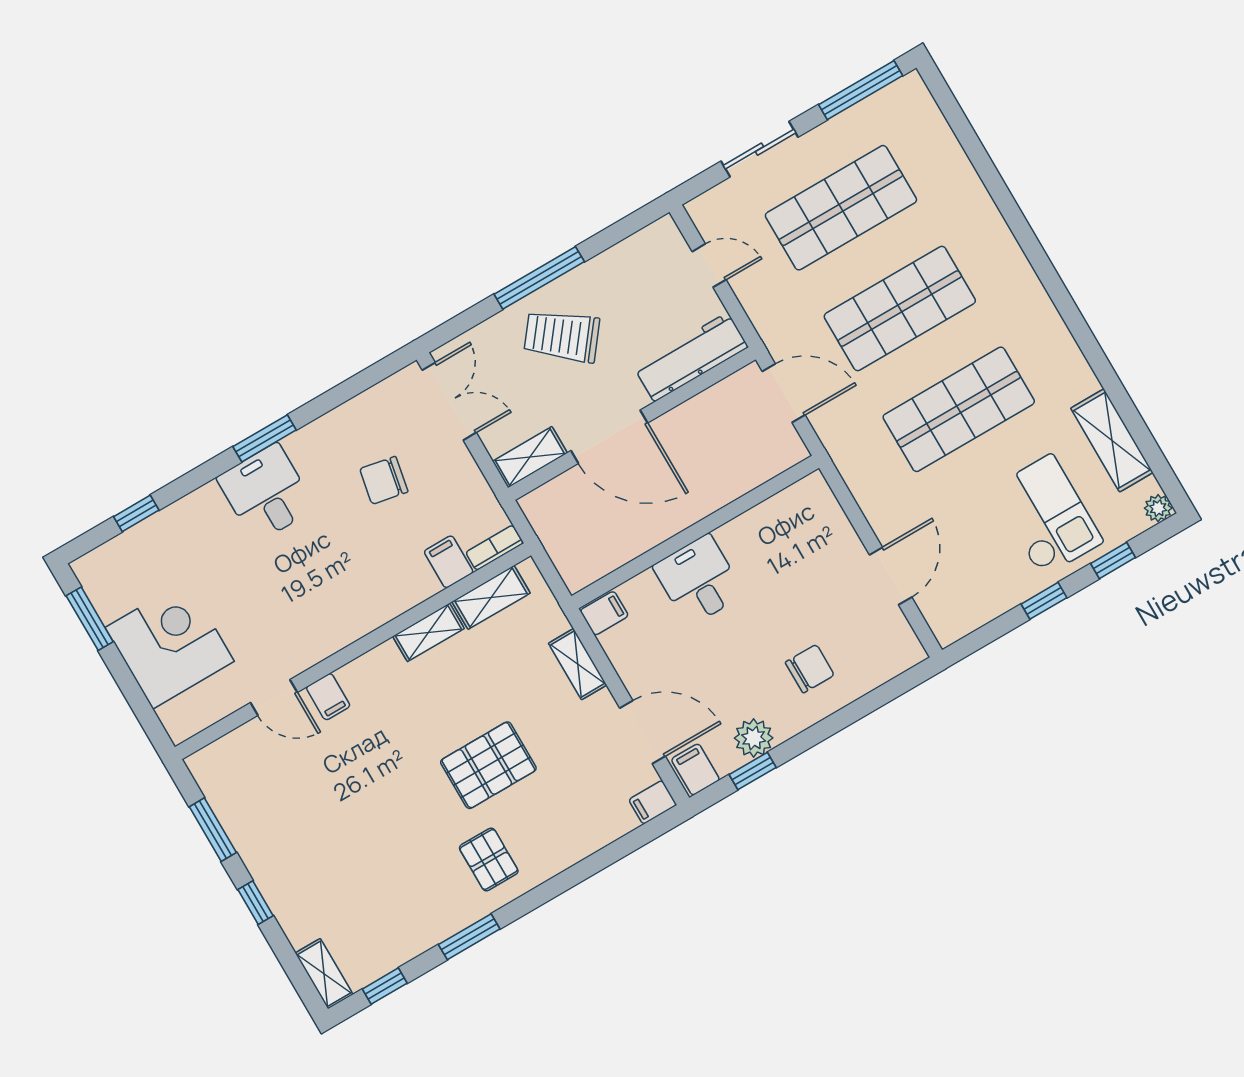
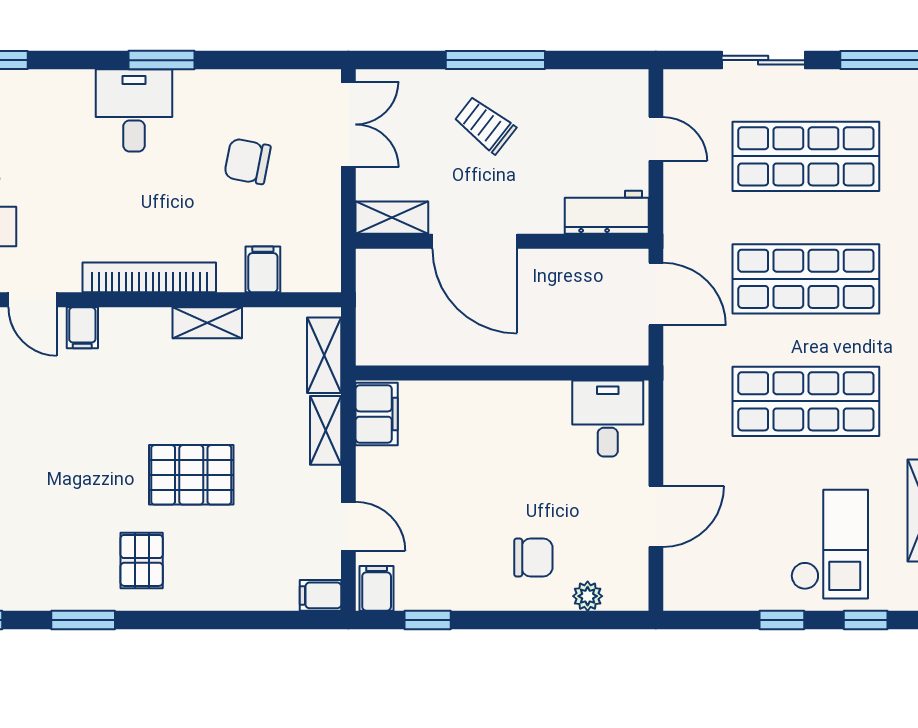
trolley: (562, 336) -> (485, 125), width x0.73, depth x0.72
workbench: (691, 357) -> (607, 212), width x0.73
bookcase: (494, 548) -> (149, 277), moved, width x2.31, depth x1.31
desk: (699, 580) -> (608, 418), moved
shelving: (491, 597) -> (324, 355), moved, turned 90
filing cabinet: (604, 613) -> (377, 414), width x2.00
door: (643, 732) -> (348, 526), width x0.73
plant: (754, 738) -> (588, 596), moved, width x0.73, depth x0.73

